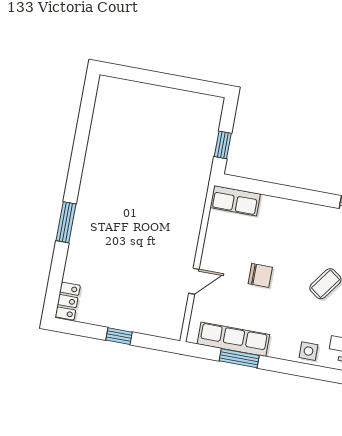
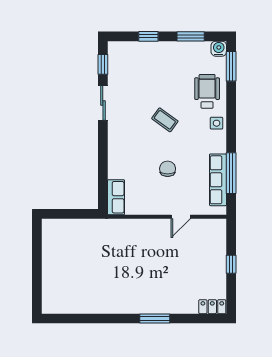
window: (223, 145) -> (77, 214), removed
door: (194, 281) -> (181, 217), swing flipped
window: (239, 358) -> (231, 173), width x1.44

